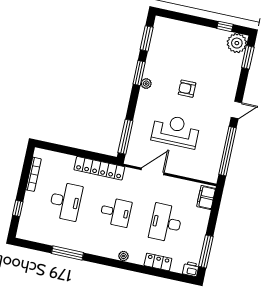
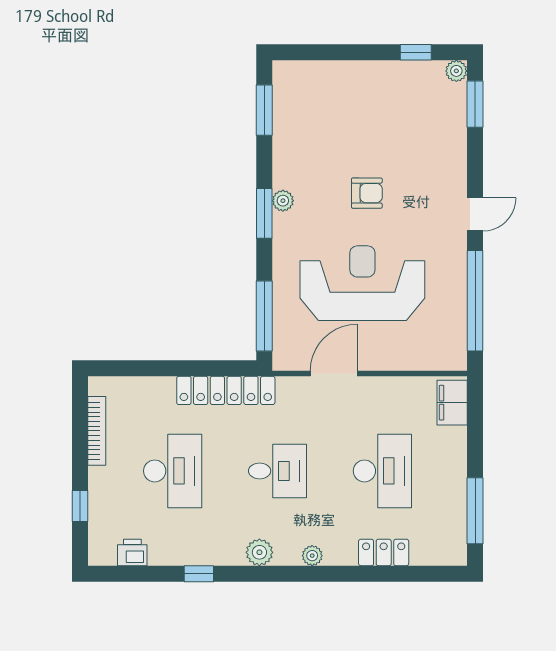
plant: (237, 43) -> (456, 71), width x0.53, depth x0.53
window: (139, 73) -> (264, 213), moved
armchair: (187, 89) -> (367, 193), turned 180
reception desk: (176, 131) -> (362, 283), width x1.36, depth x1.30
desk: (166, 223) -> (382, 471), turned 180
plant: (99, 249) -> (259, 552), added
window: (68, 253) -> (199, 574), width x0.46
printer: (191, 269) -> (132, 553), moved

